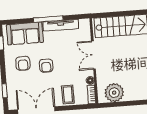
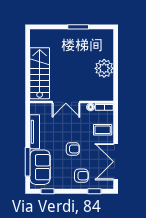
window: (48, 19) -> (28, 162), moved
armchair: (23, 63) -> (81, 176), moved
plant: (114, 93) -> (104, 68), moved

